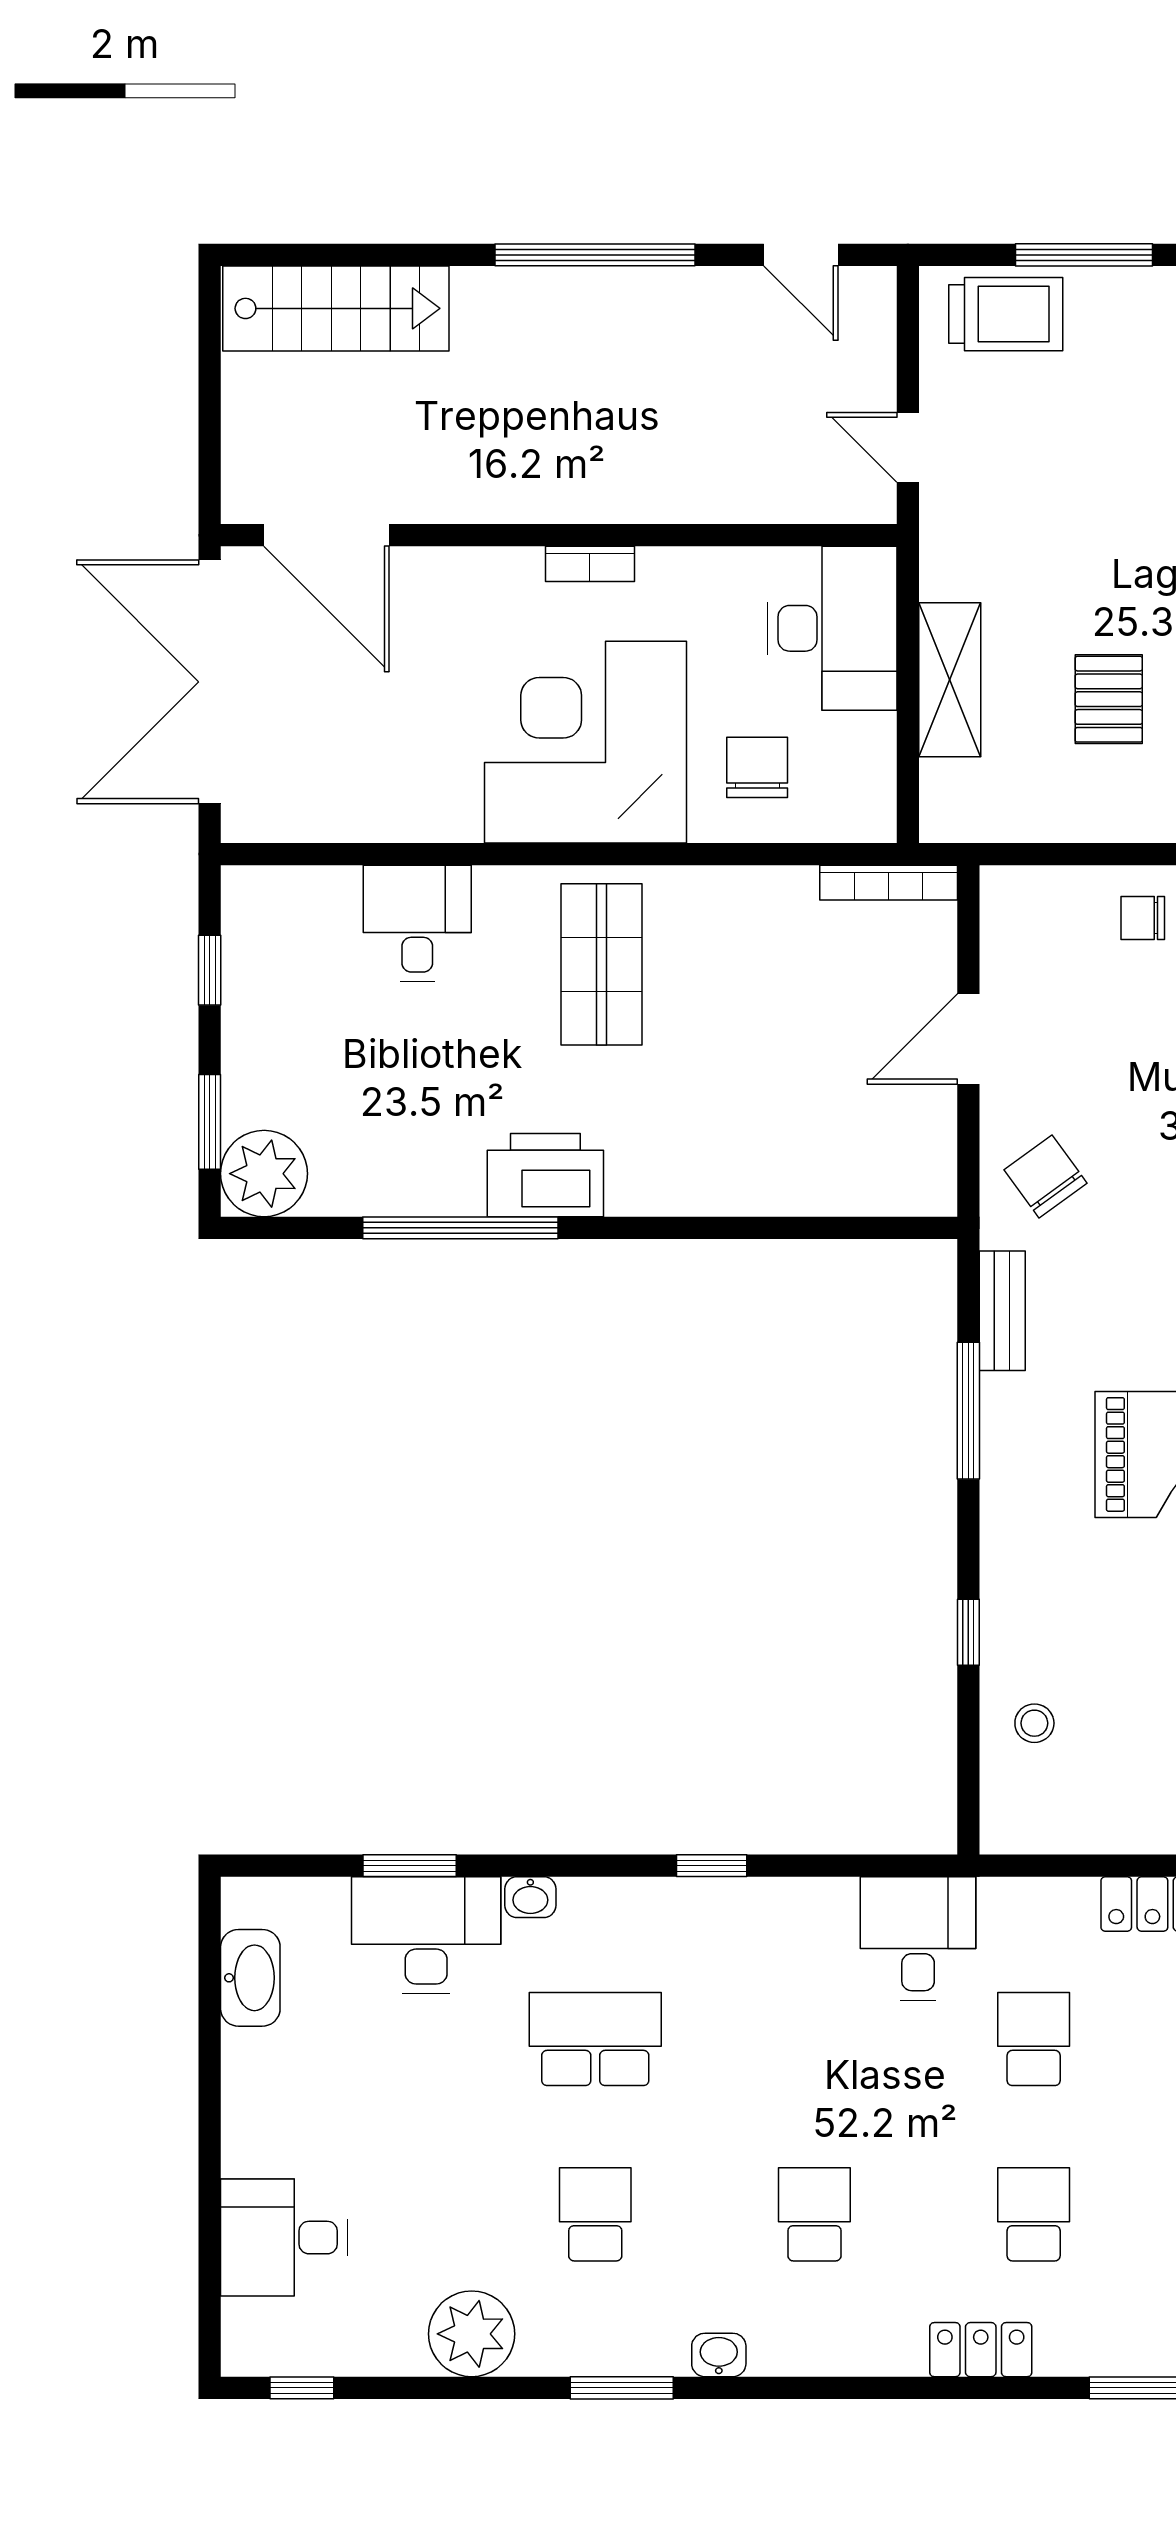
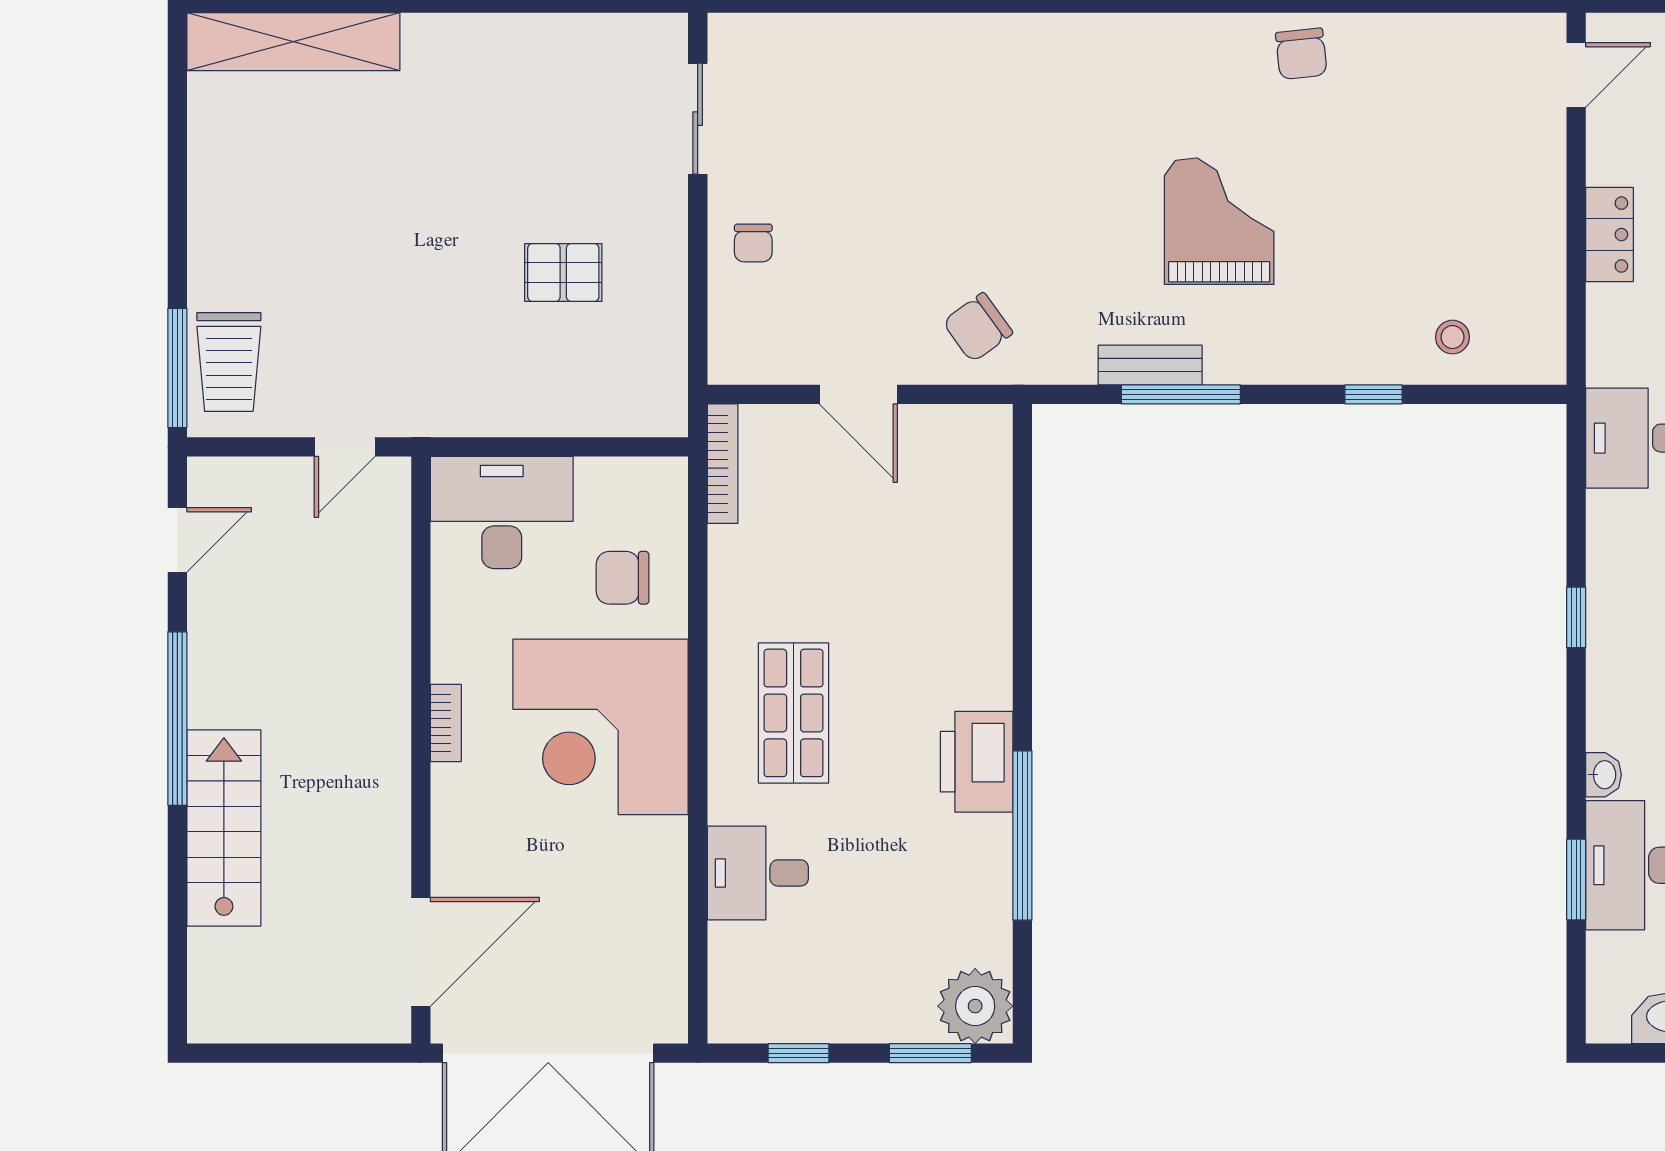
window: (1084, 255) -> (177, 368), moved
stairs: (336, 308) -> (224, 828), moved
trolley: (1006, 314) -> (229, 362), turned 180
shelving: (950, 680) -> (546, 411), removed
shop shelf: (602, 964) -> (794, 713), turned 90
bench: (1002, 1311) -> (1150, 365), moved

